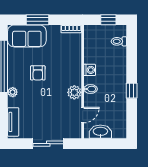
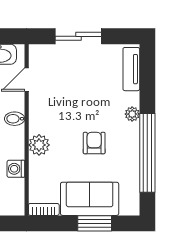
sofa: (27, 36) -> (90, 199), moved
washing machine: (90, 70) -> (16, 169), moved
plant: (74, 92) -> (39, 145), moved

